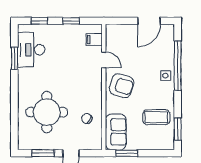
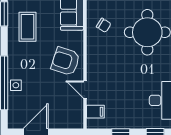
side table: (165, 76) -> (16, 85), moved
coffee table: (156, 117) -> (28, 27), turned 90

